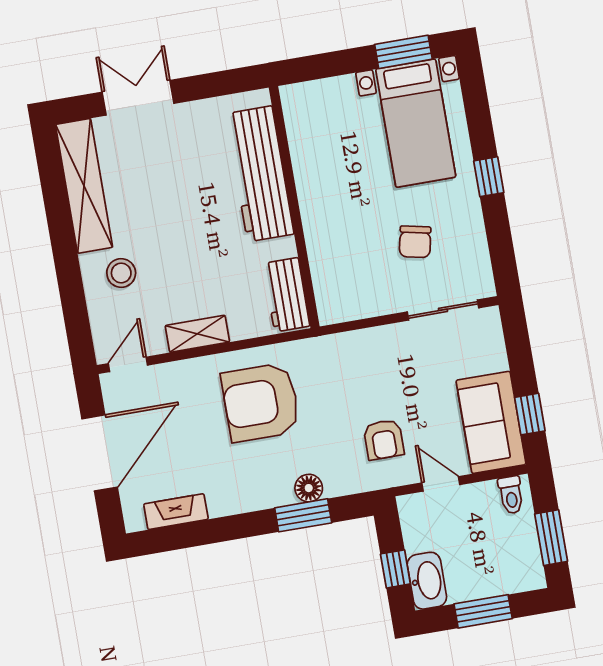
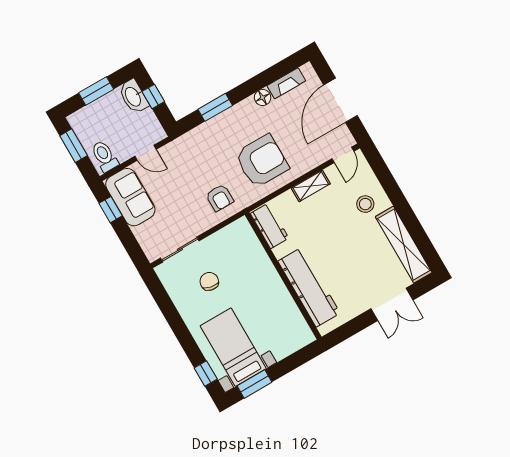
window: (489, 177) -> (206, 374), moved
armchair: (384, 440) -> (220, 198), moved, turned 180
floor lamp: (309, 488) -> (263, 97), moved
toilet: (511, 495) -> (105, 156), width x1.37, depth x1.39

